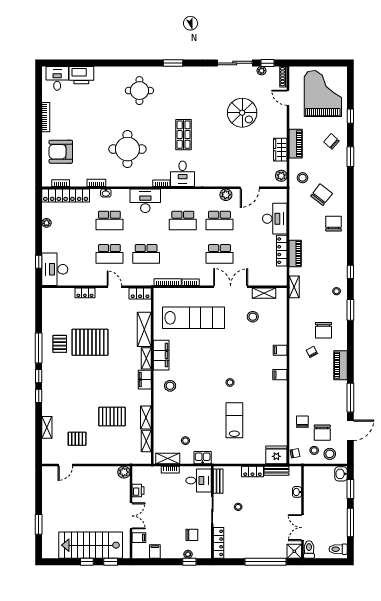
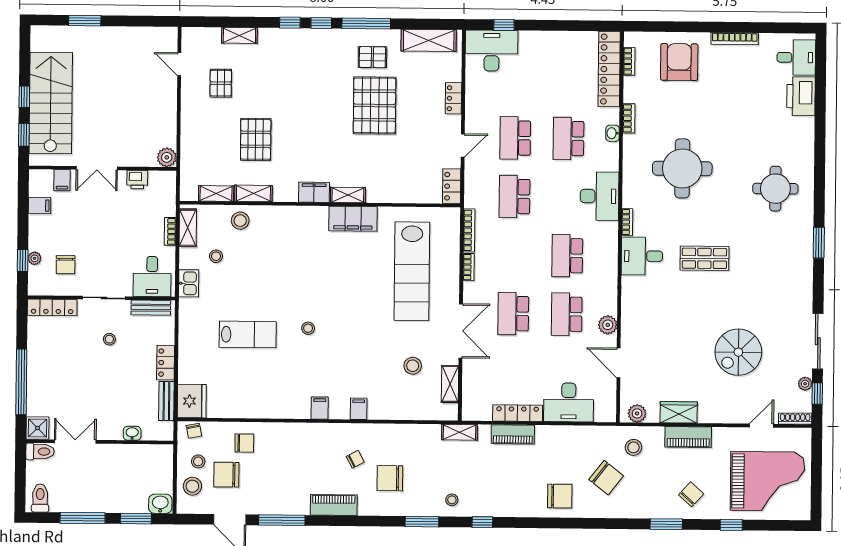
plant: (47, 223) -> (566, 38), removed
shelving: (144, 329) -> (429, 40), moved
stool: (170, 386) -> (240, 221), moved

